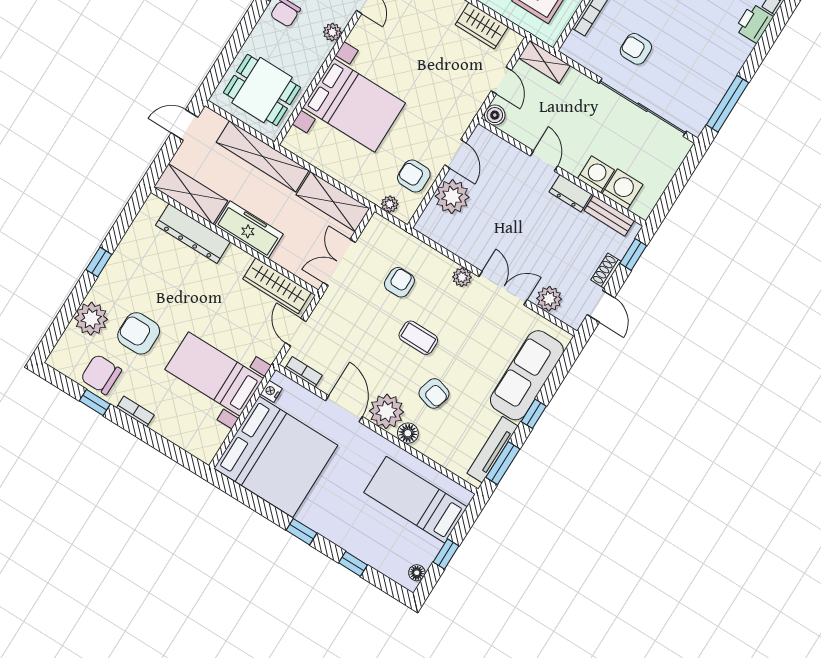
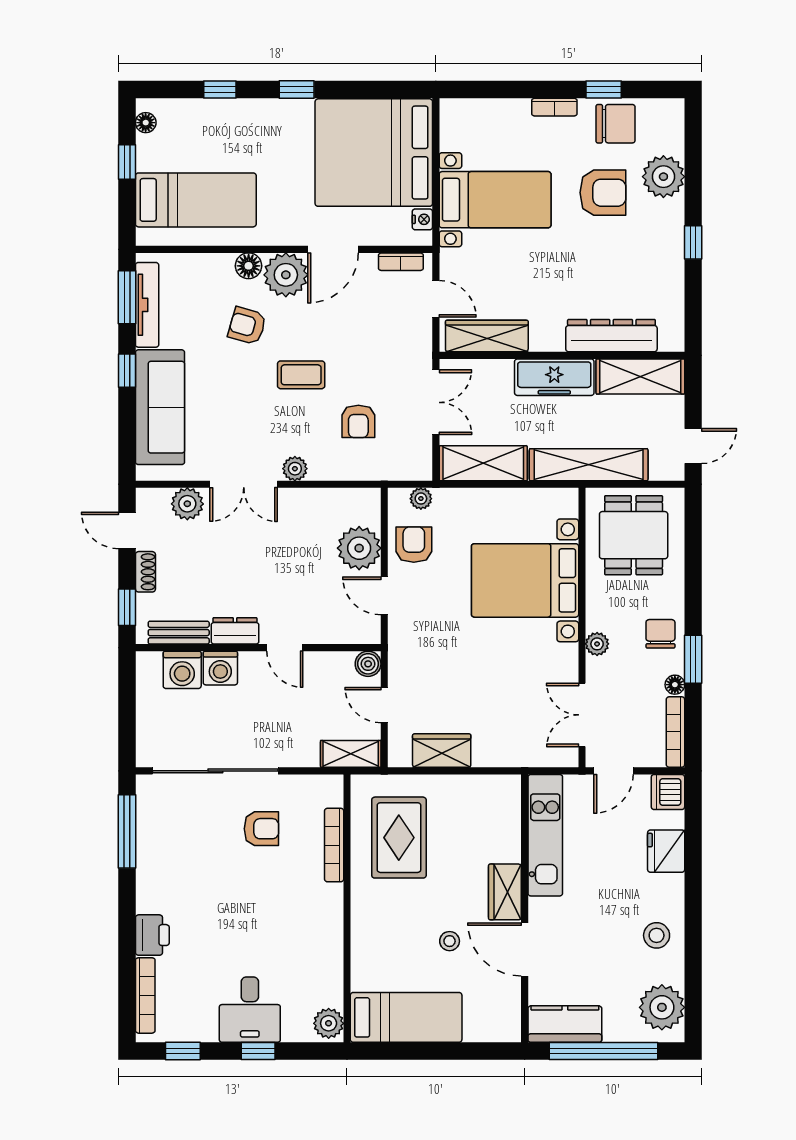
dining table: (262, 90) -> (634, 535), turned 90
armchair: (414, 176) -> (414, 545), turned -90
door: (344, 409) -> (333, 249), hinge flipped

